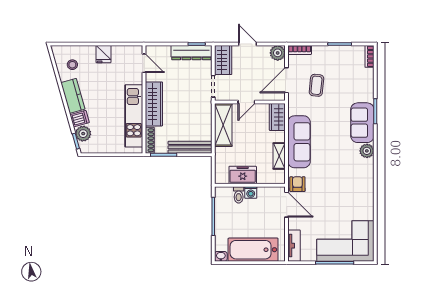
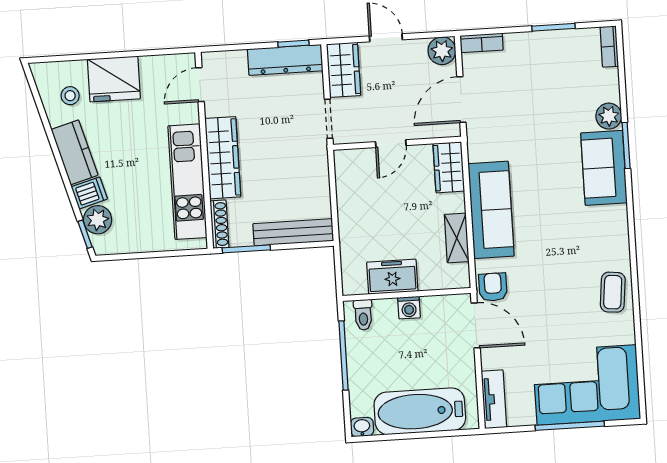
fridge: (103, 54) -> (114, 79), width x1.88, depth x1.34
door: (144, 63) -> (200, 85), swing flipped
coffee table: (316, 85) -> (613, 292), moved
shelving: (223, 125) -> (351, 188), removed
plant: (367, 151) -> (609, 116), moved
toilet: (239, 195) -> (363, 315), moved

